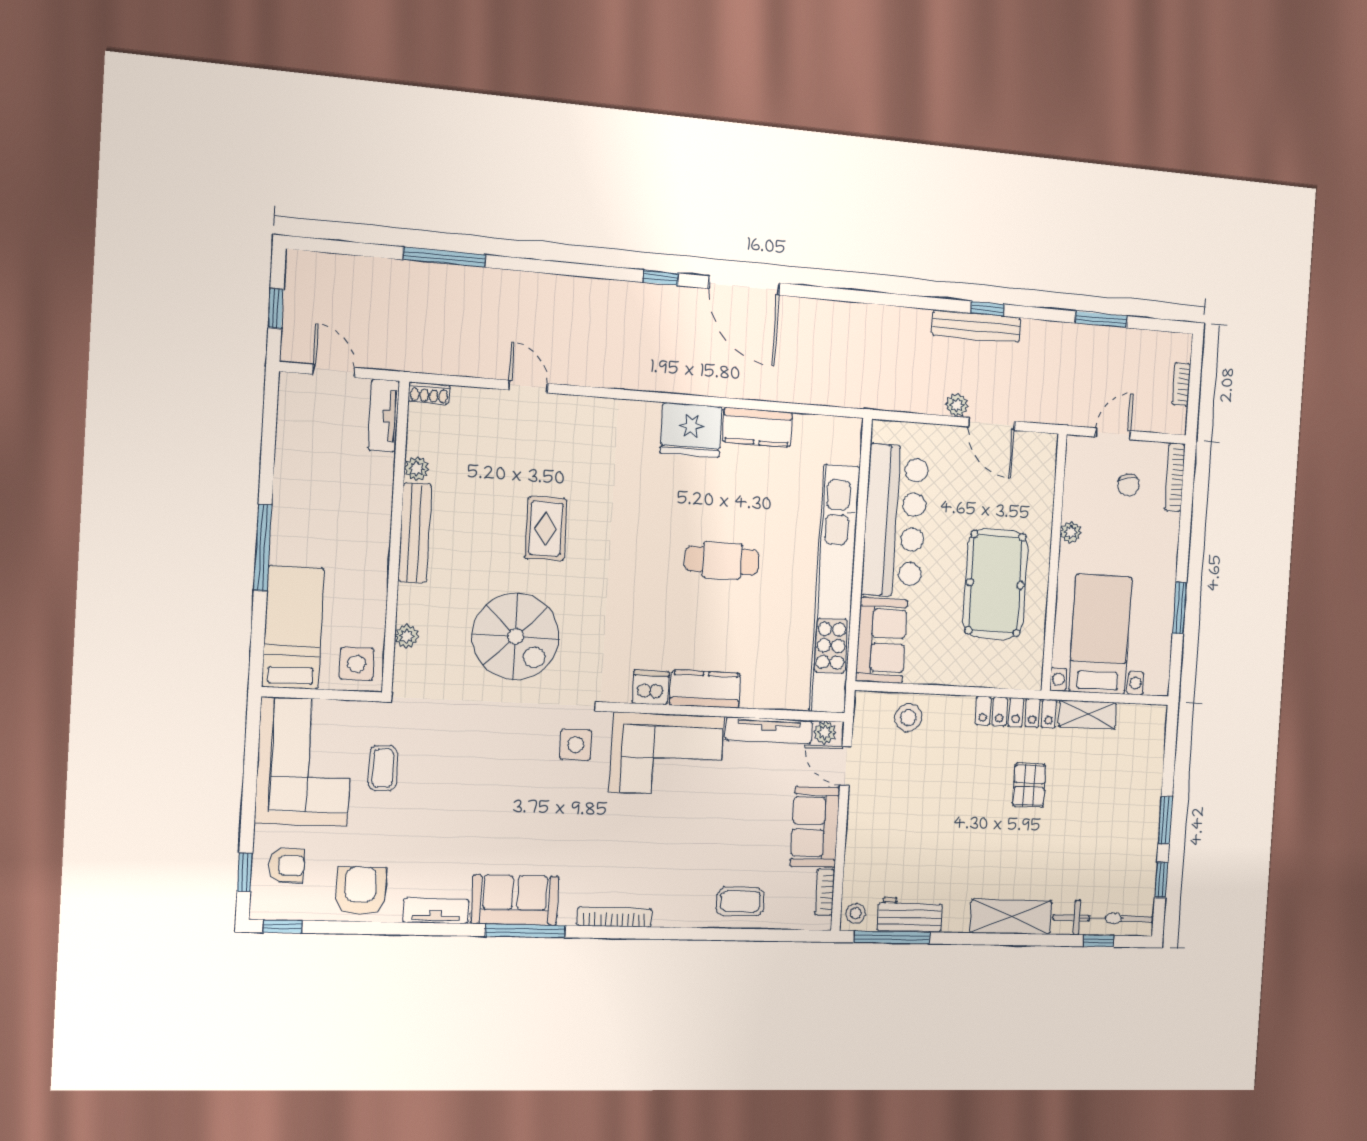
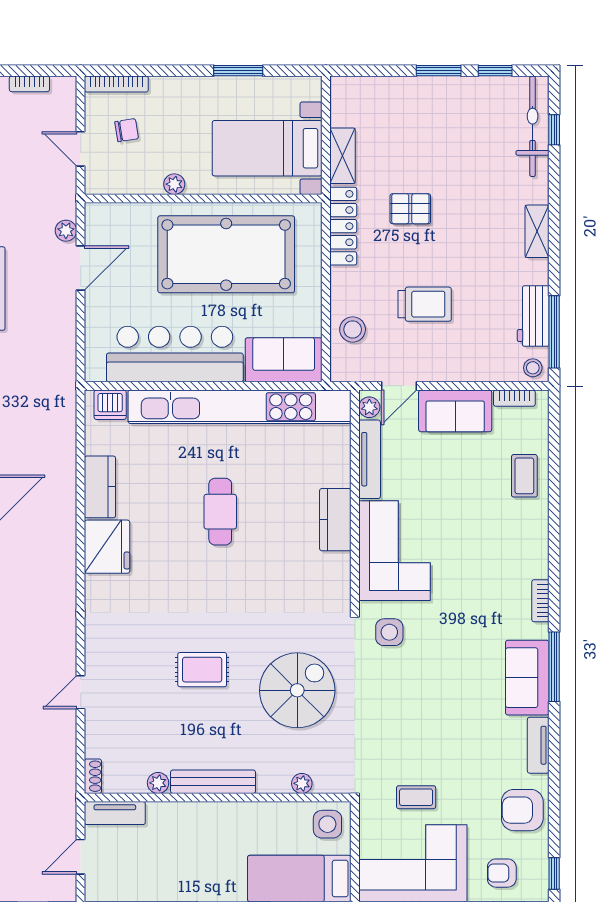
plant: (957, 405) -> (66, 231), moved
pool table: (995, 584) -> (226, 254), width x1.36, depth x1.32
dishwasher: (651, 687) -> (110, 405), moved, turned -90
trolley: (930, 797) -> (425, 304), added
armchair: (287, 865) -> (502, 873), turned -90
bookcase: (615, 917) -> (540, 601), width x0.64
shelving: (1011, 917) -> (537, 231), width x0.67, depth x0.75

